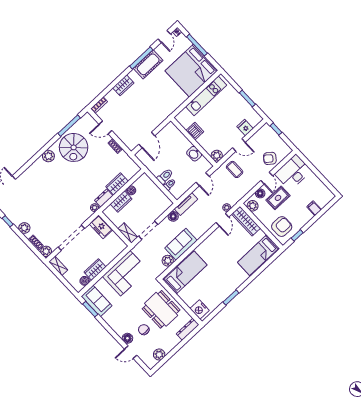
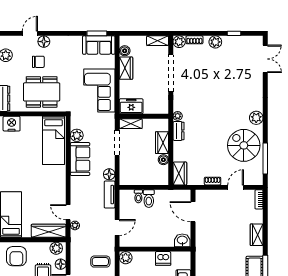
washbasin: (194, 154) -> (182, 240), moved
door: (203, 179) -> (117, 227), swing flipped
wardrobe: (117, 184) -> (180, 173), moved
freezer: (101, 227) -> (131, 106), moved

